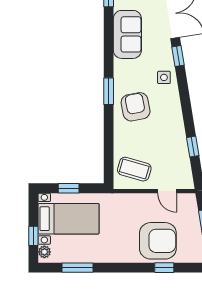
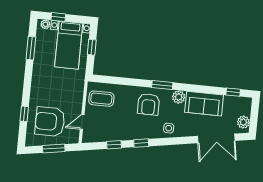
window: (178, 56) -> (141, 143), moved
plant: (122, 68) -> (179, 97), added
armchair: (136, 107) -> (149, 104), turned 101
coffee table: (134, 169) -> (101, 99), turned 74
armchair: (158, 241) -> (50, 122), moved, turned 90

